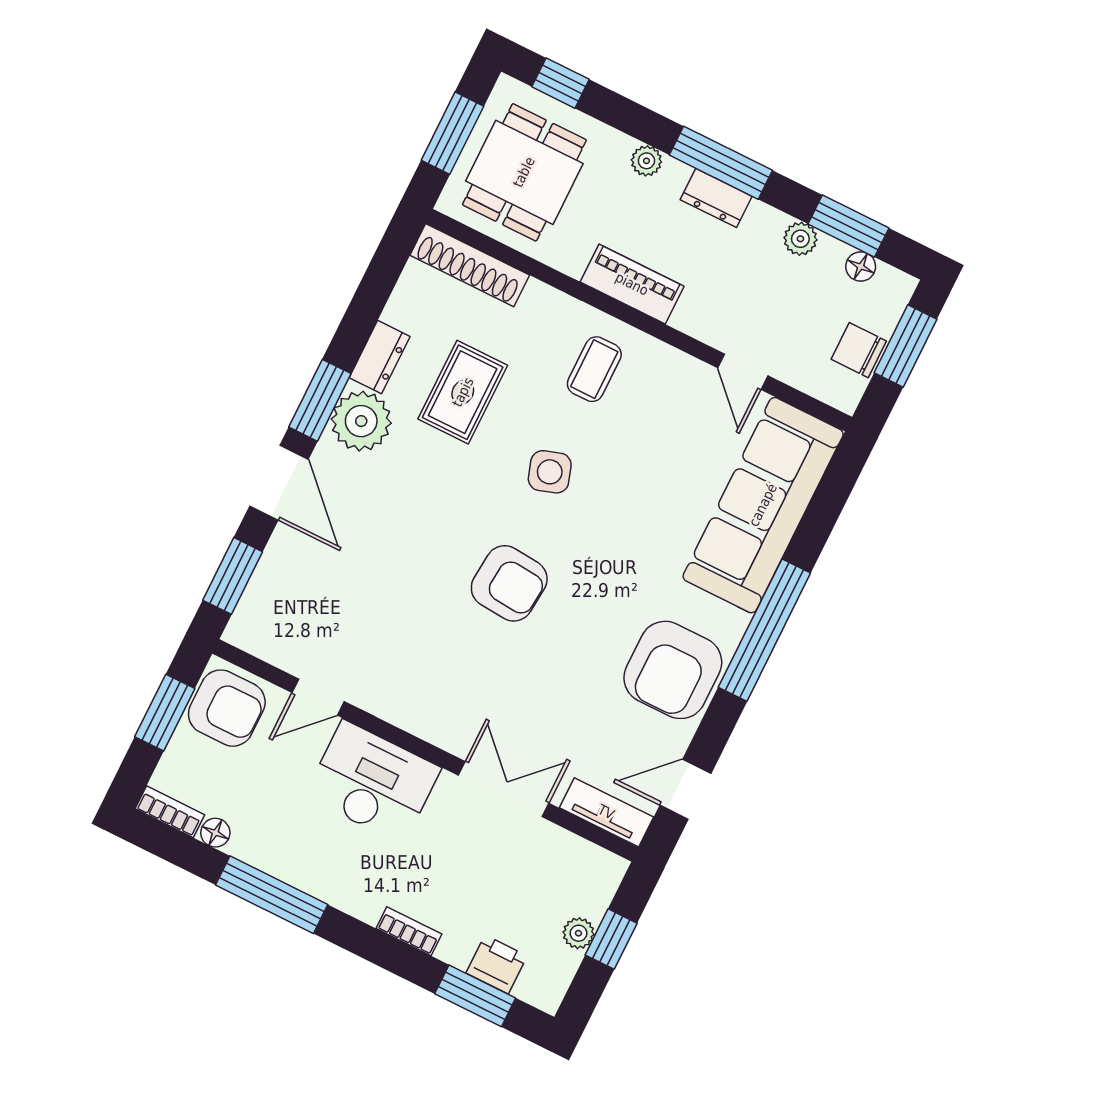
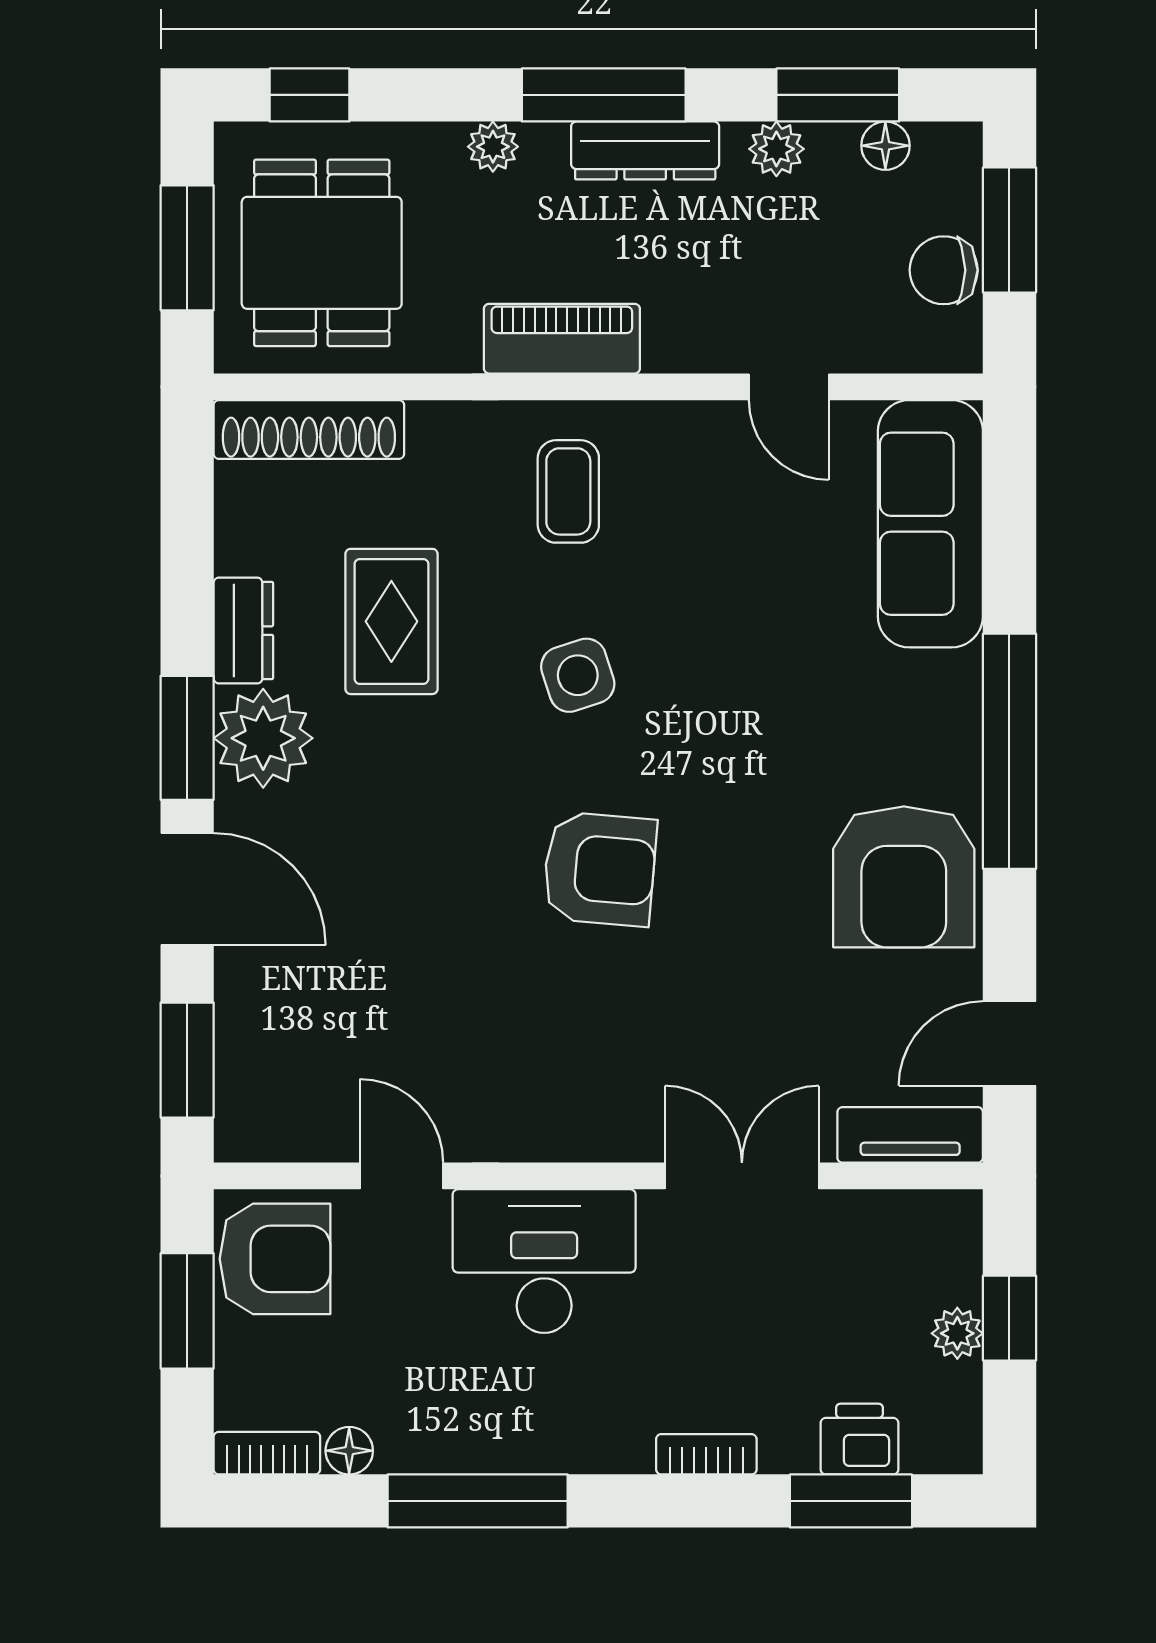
dresser: (716, 198) -> (645, 150), width x1.44
sofa: (763, 505) -> (930, 524), width x0.74, depth x0.79
door: (318, 697) -> (401, 1176), swing flipped

